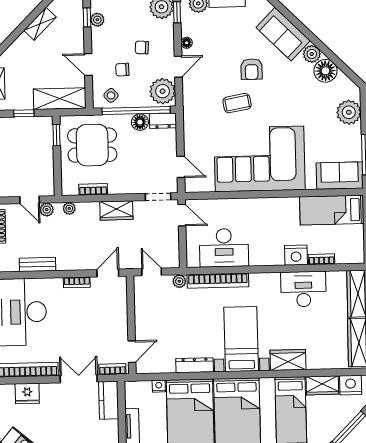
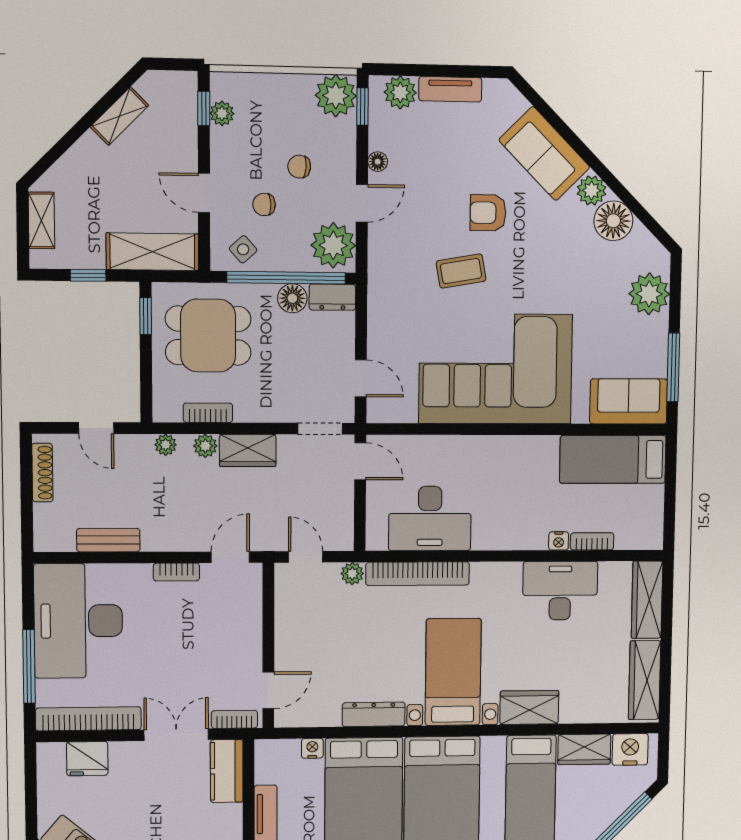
armchair: (252, 69) -> (488, 213), turned 90
plant: (47, 210) -> (205, 446), moved
nightstand: (296, 255) -> (559, 541), width x0.53, depth x0.56

